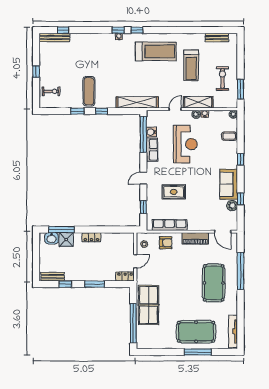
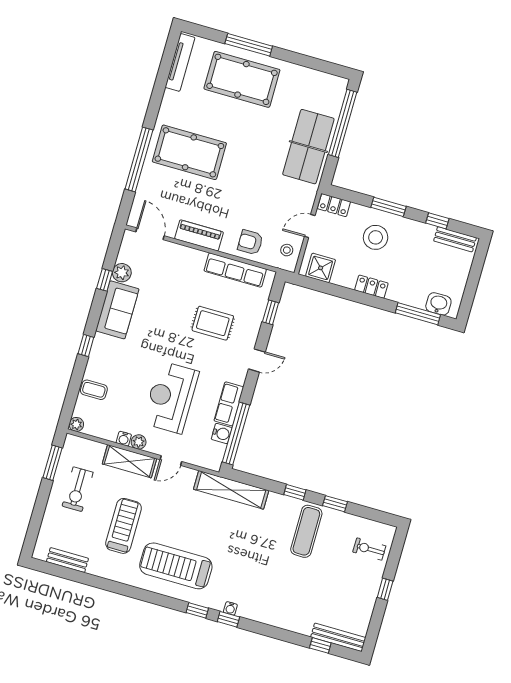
shower: (66, 240) -> (321, 268), moved
stool: (97, 265) -> (376, 237), added
pool table: (214, 283) -> (189, 152), turned 90

